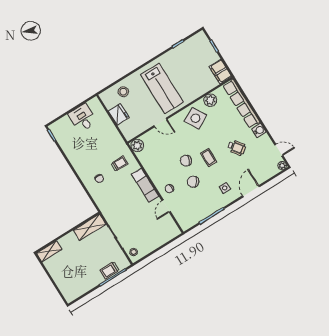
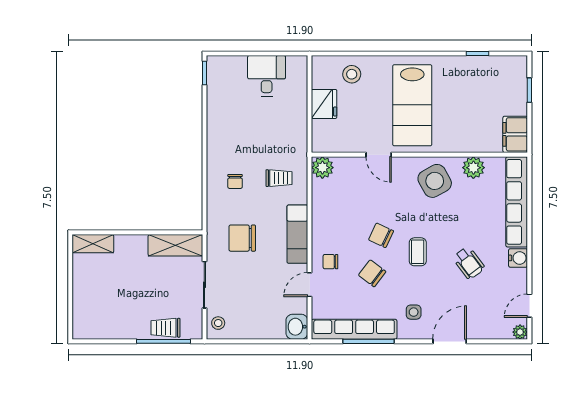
door: (279, 150) -> (529, 306), swing flipped
chair: (120, 204) -> (242, 238), added
row of seats: (201, 214) -> (354, 329), added
washbasin: (173, 230) -> (297, 327), added

